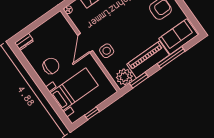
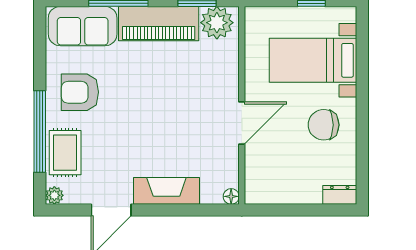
side table: (107, 51) -> (216, 86), removed

